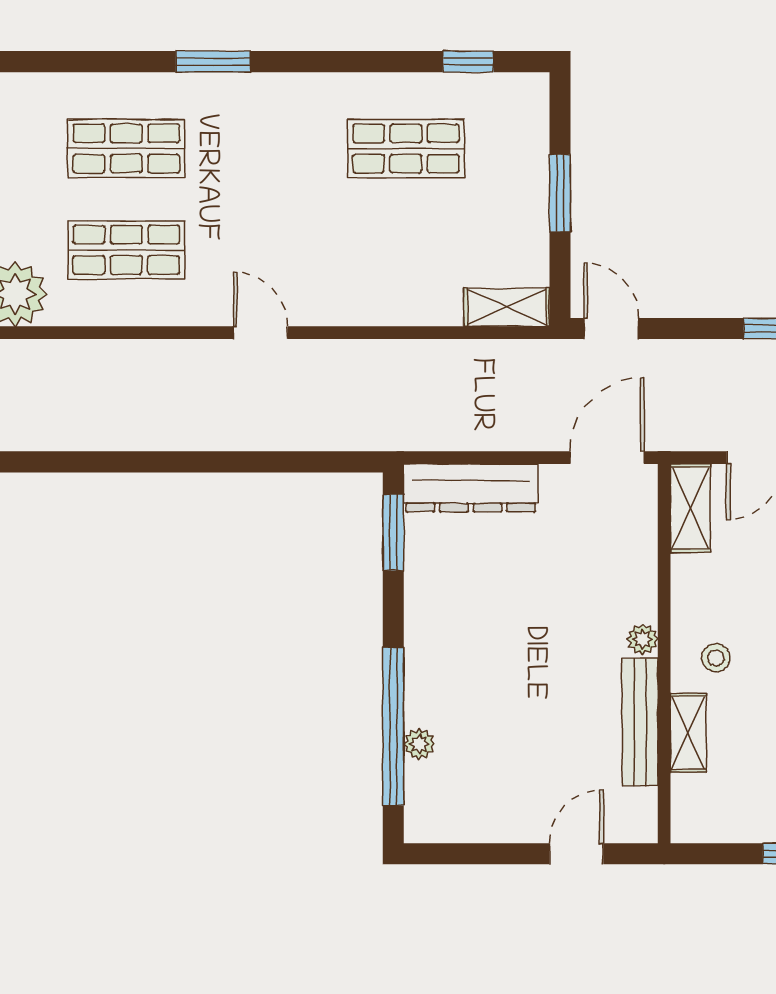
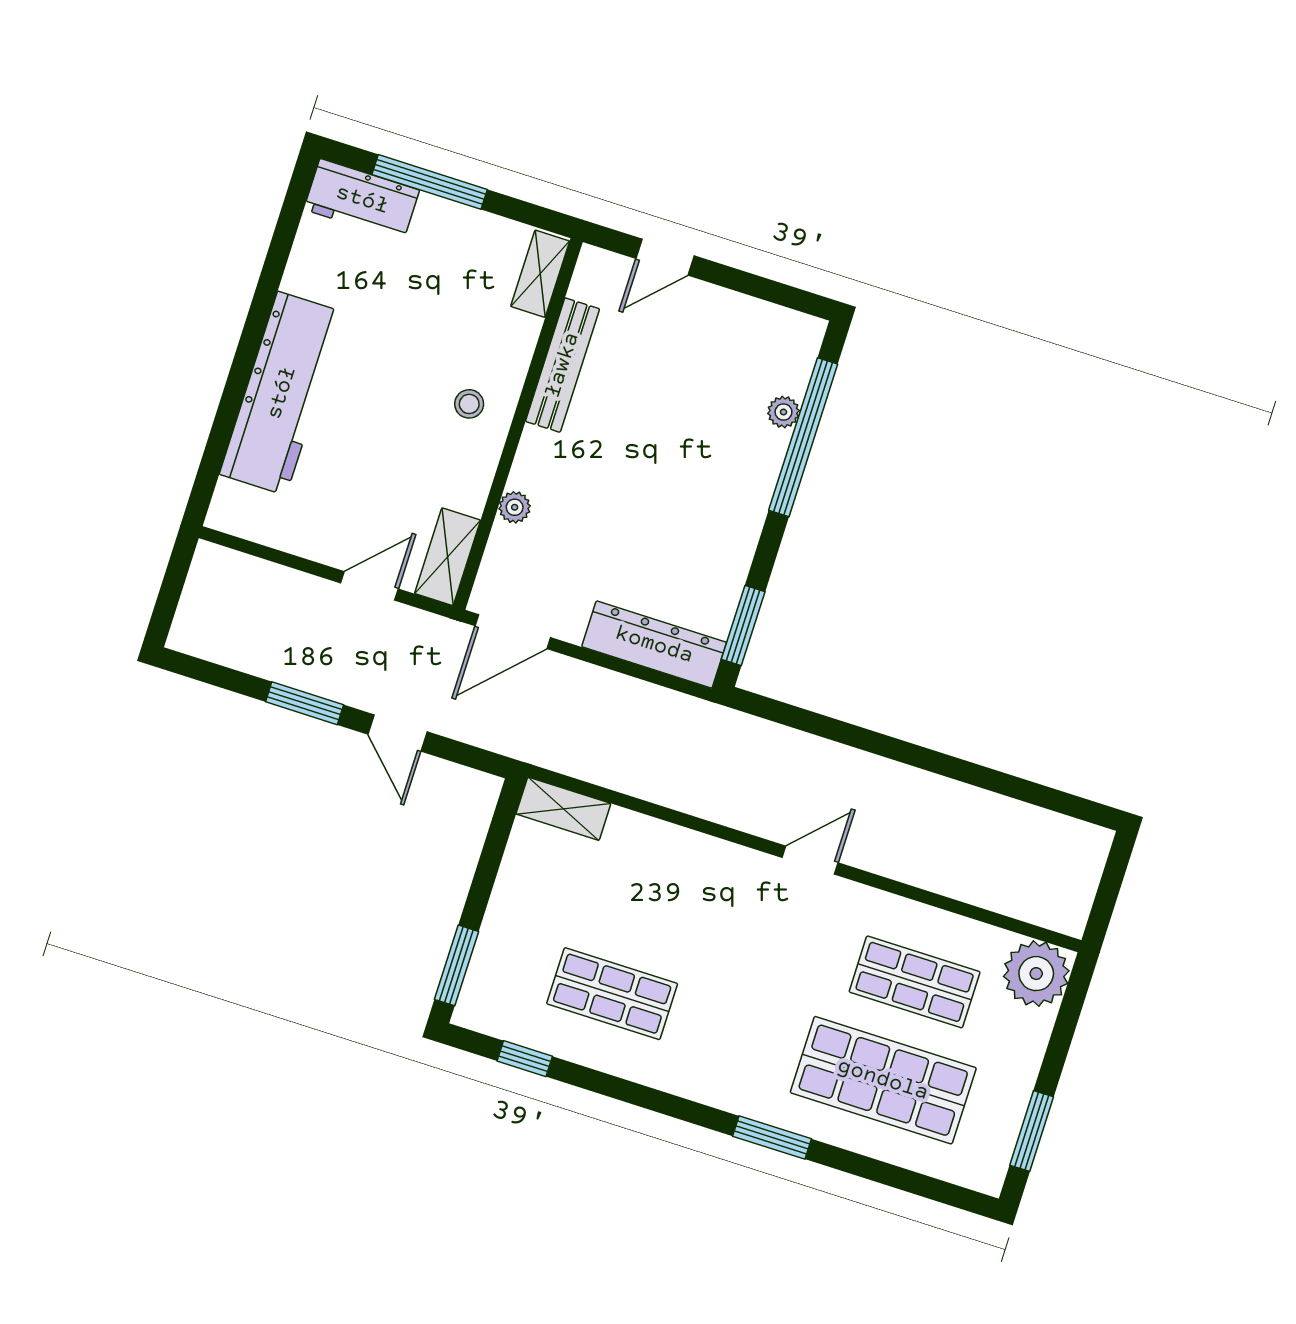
shop shelf: (126, 149) -> (883, 1080), width x1.43, depth x1.36
window: (560, 193) -> (456, 965), moved
door: (611, 328) -> (398, 733), moved
door: (260, 333) -> (810, 860), swing flipped
plant: (642, 639) -> (515, 507), moved
shelving: (688, 733) -> (540, 274), moved

